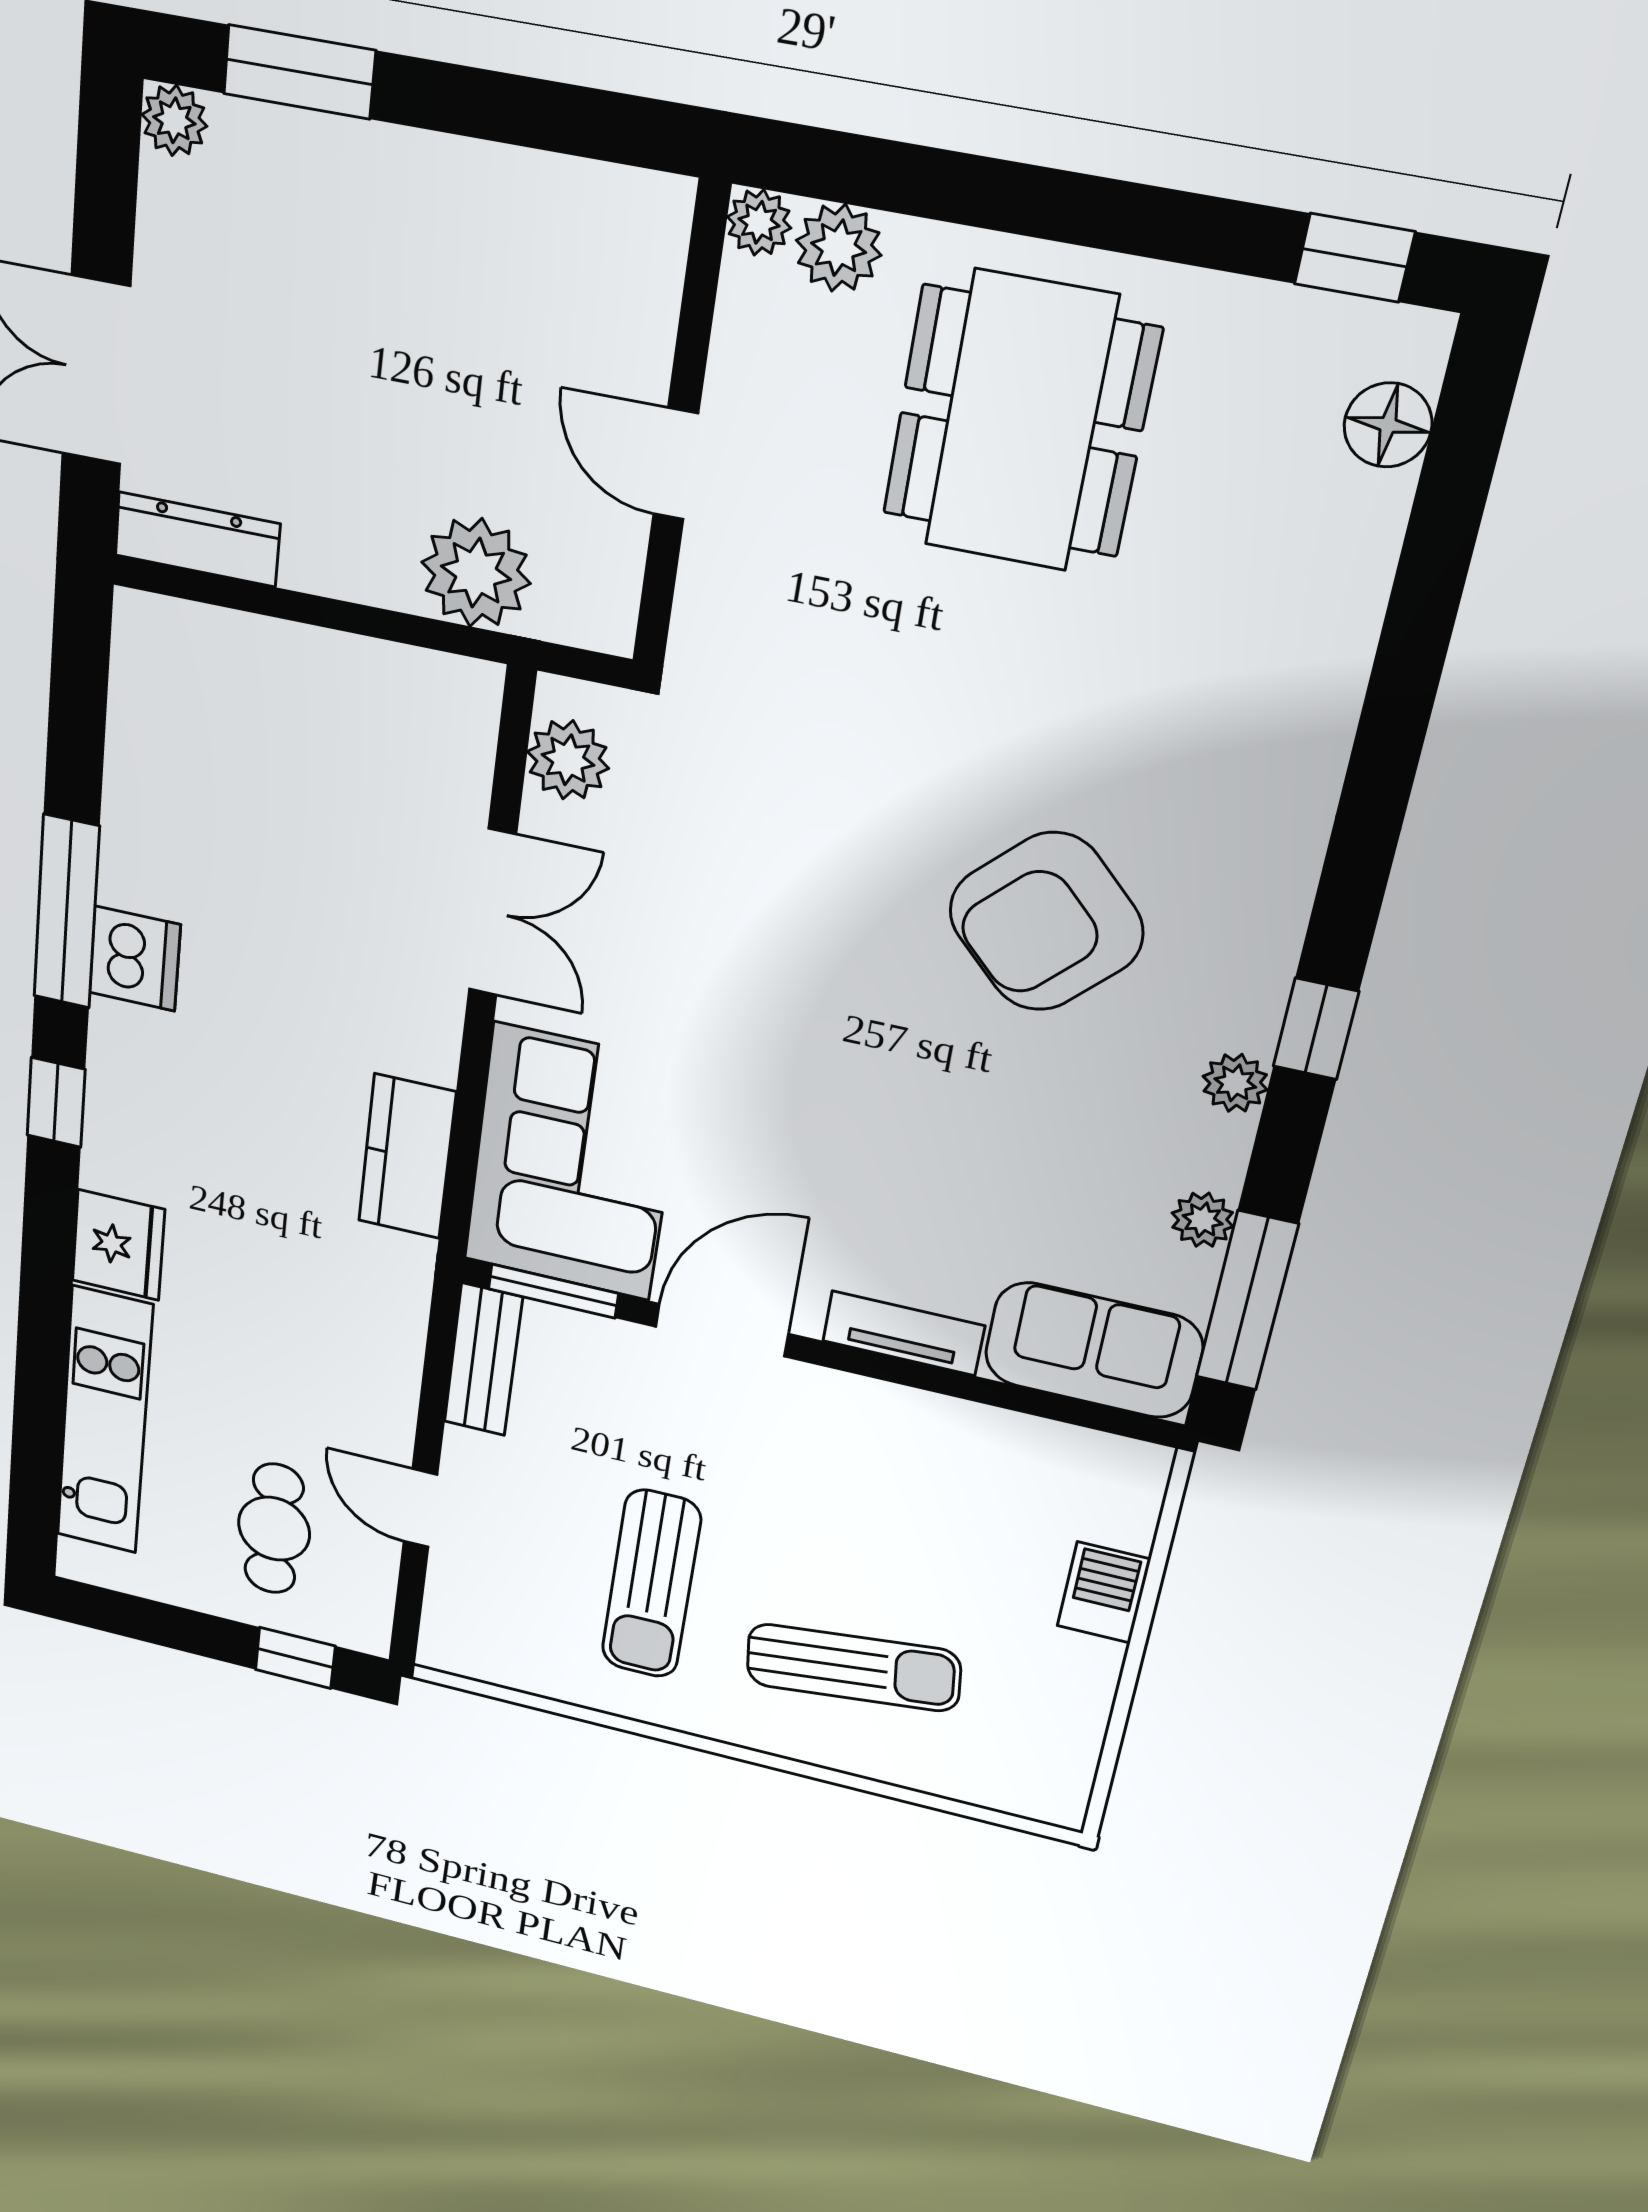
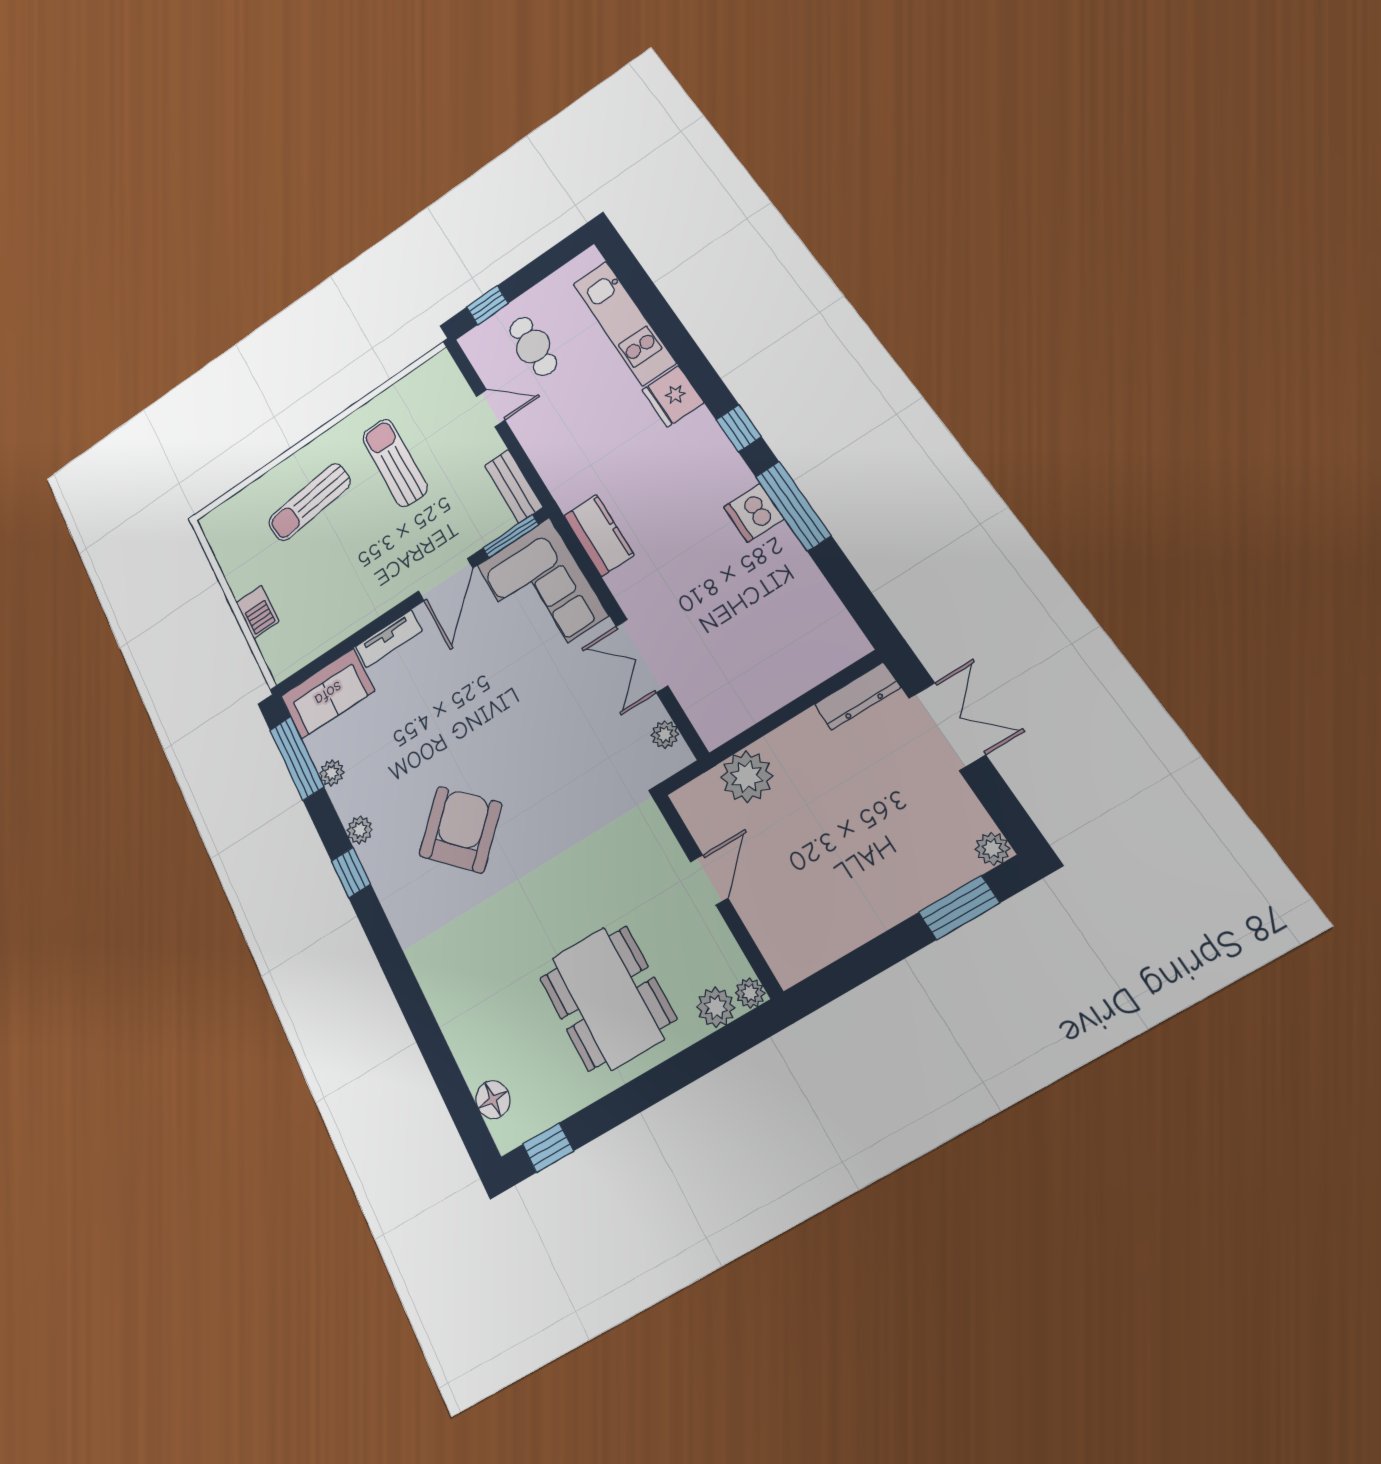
door: (676, 464) -> (709, 880), hinge flipped
plant: (568, 760) -> (665, 735), width x0.73, depth x0.73

